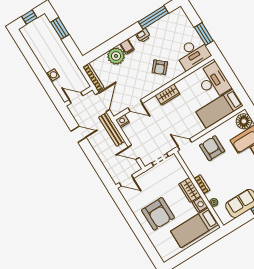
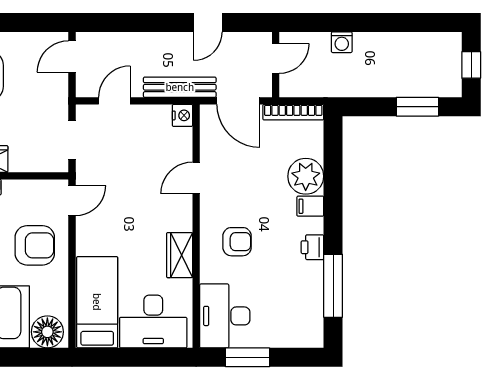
armchair: (160, 67) -> (237, 242), turned 139
wardrobe: (168, 95) -> (180, 255), moved
door: (135, 106) -> (196, 178), moved

